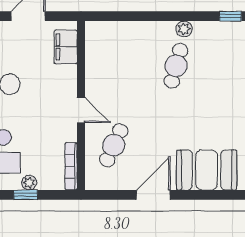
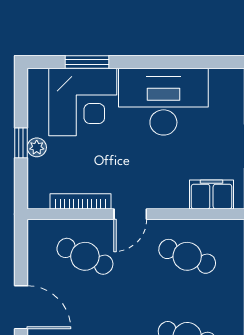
cafe table: (114, 66) -> (187, 256), added
bookcase: (71, 166) -> (81, 201), moved

